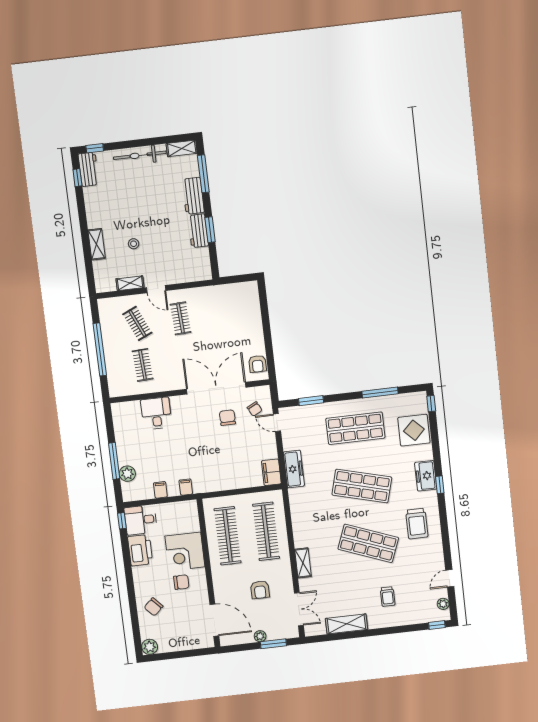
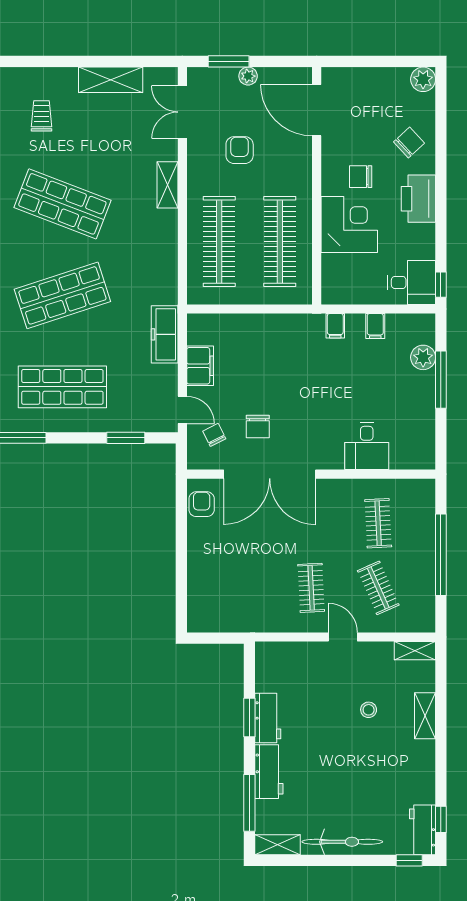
shelving: (130, 283) -> (415, 651), moved
filing cabinet: (271, 472) -> (200, 366), moved
shop shelf: (362, 486) -> (62, 295), turned -33
printer: (140, 550) -> (418, 199), moved

